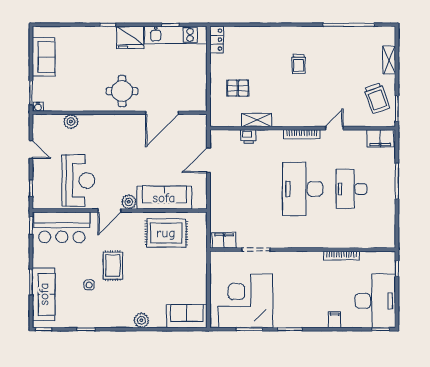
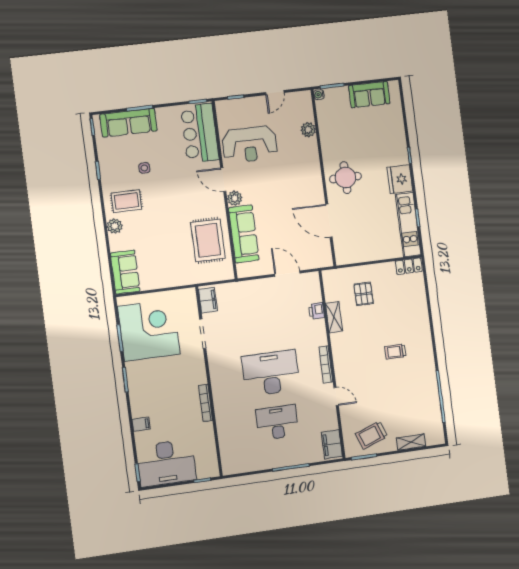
bookcase: (341, 256) -> (206, 403), moved
rug: (113, 265) -> (126, 201), moved

